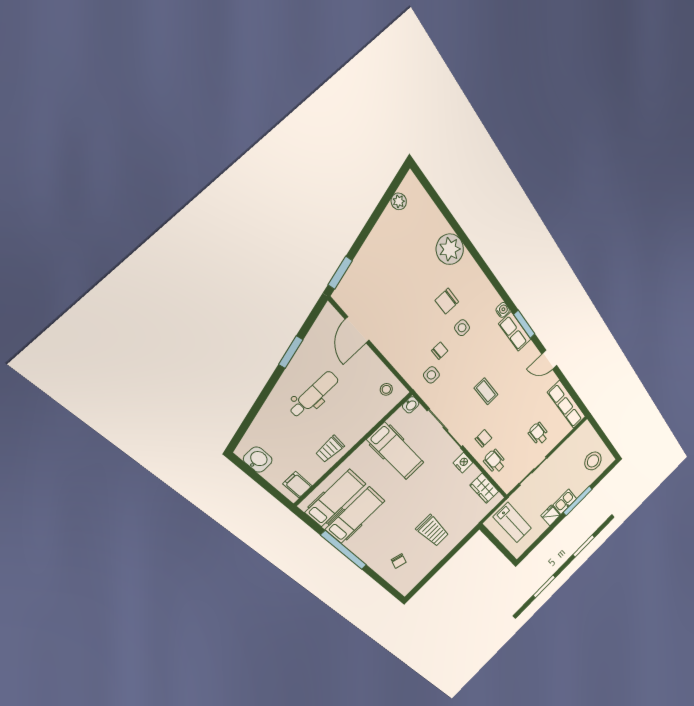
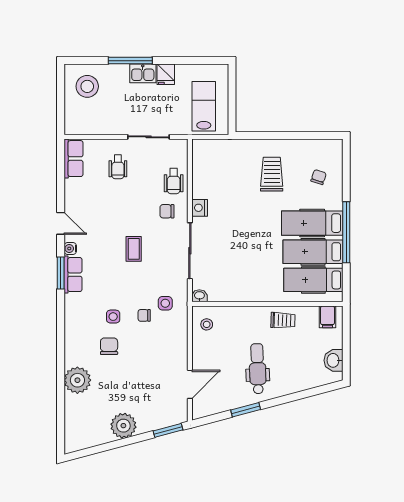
plant: (399, 201) -> (123, 426), moved, width x1.88, depth x1.88
chair: (447, 301) -> (109, 346), turned -90
water cooler: (503, 310) -> (70, 248), moved
dental chair: (314, 394) -> (258, 369), turned 88
row of seats: (567, 404) -> (73, 159), width x0.68
hospital bed: (396, 451) -> (312, 223), moved, turned -90
wardrobe: (484, 488) -> (201, 166), removed

